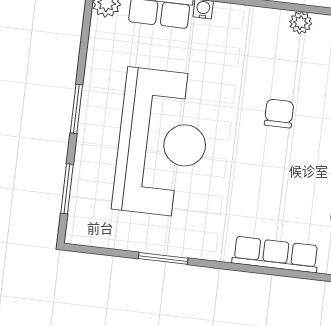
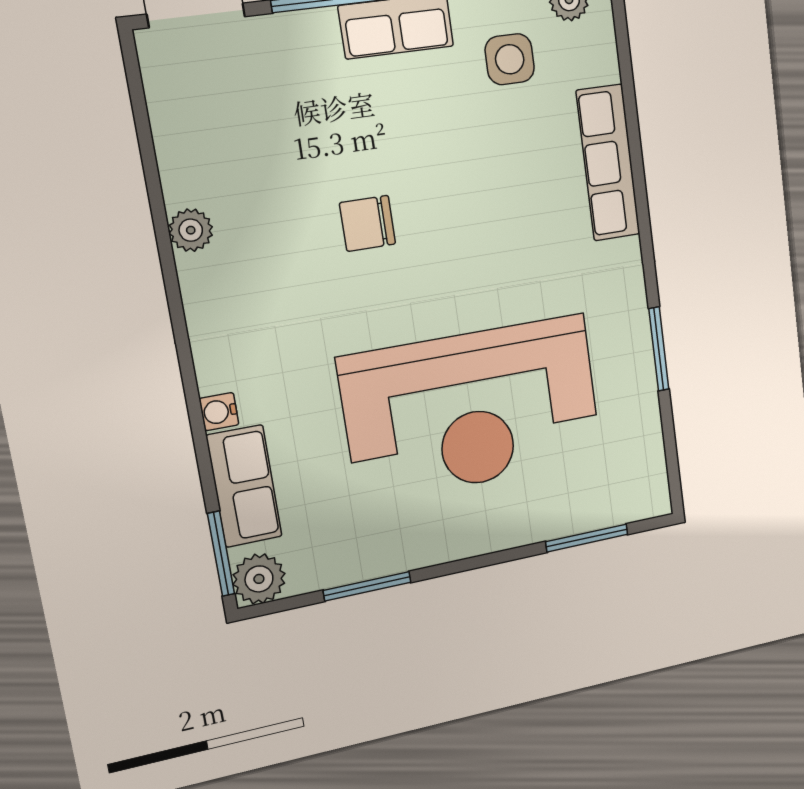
window: (76, 109) -> (367, 586), moved
reception desk: (162, 143) -> (472, 409), turned 180

